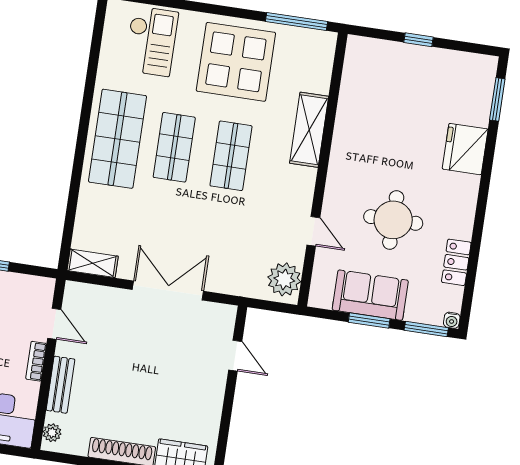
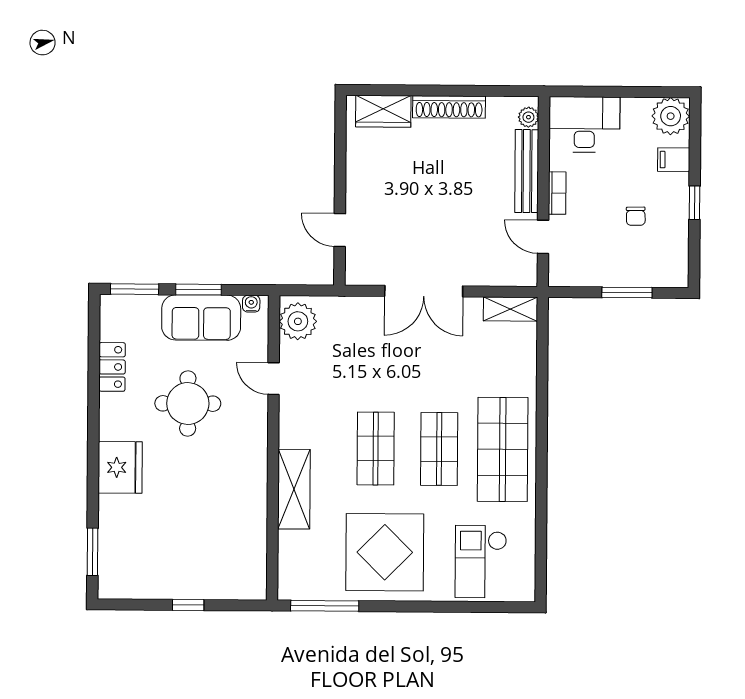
fridge: (465, 149) -> (120, 467), moved
water cooler: (452, 320) -> (251, 304), moved
bench: (60, 385) -> (527, 171), width x1.36

